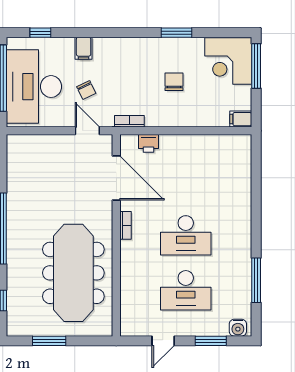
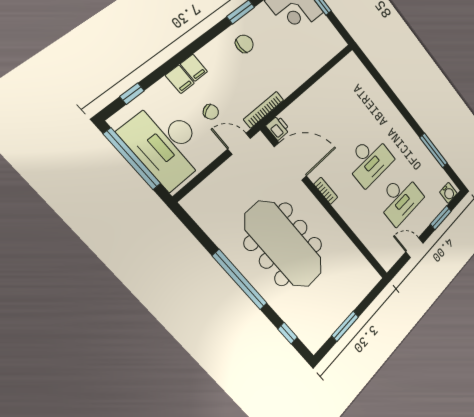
chair: (174, 82) -> (244, 44), moved, turned 90
filing cabinet: (241, 119) -> (194, 68), moved, turned -90
bookcase: (129, 121) -> (264, 110), width x1.56
printer: (149, 143) -> (278, 128), moved, turned -90
meeting table: (73, 273) -> (284, 244), moved
door: (163, 341) -> (415, 247), swing flipped

